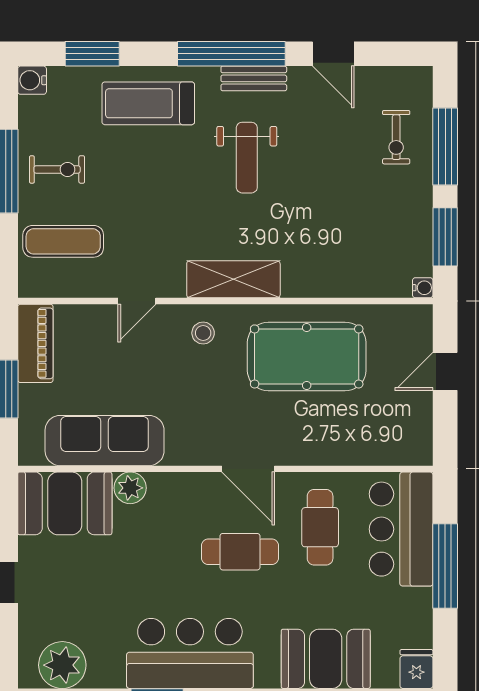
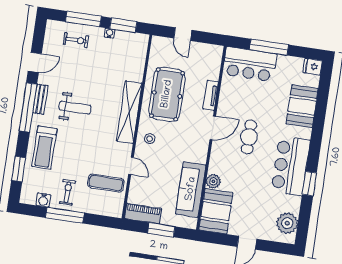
water cooler: (32, 80) -> (43, 200), moved
exercise mat: (63, 241) -> (106, 183), moved, turned 90
shelving: (233, 279) -> (129, 112), width x1.47
water cooler: (423, 288) -> (110, 33), moved
tv unit: (319, 453) -> (211, 95), added
cafe table: (320, 527) -> (243, 100), removed

